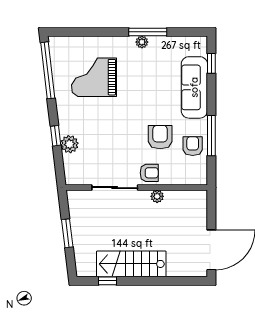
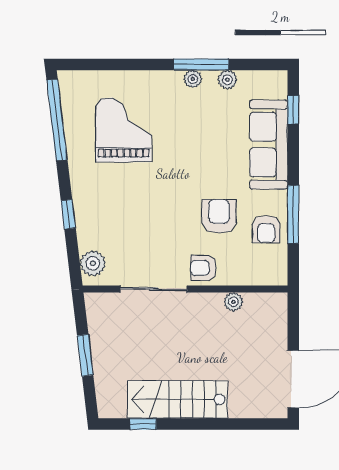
plant: (166, 42) -> (227, 80), added
grand piano: (94, 77) -> (124, 130), turned 90
plant: (70, 144) -> (93, 263), moved
armchair: (193, 146) -> (266, 229), turned 180
armchair: (149, 173) -> (203, 268), turned 180
plant: (157, 196) -> (233, 302), moved

